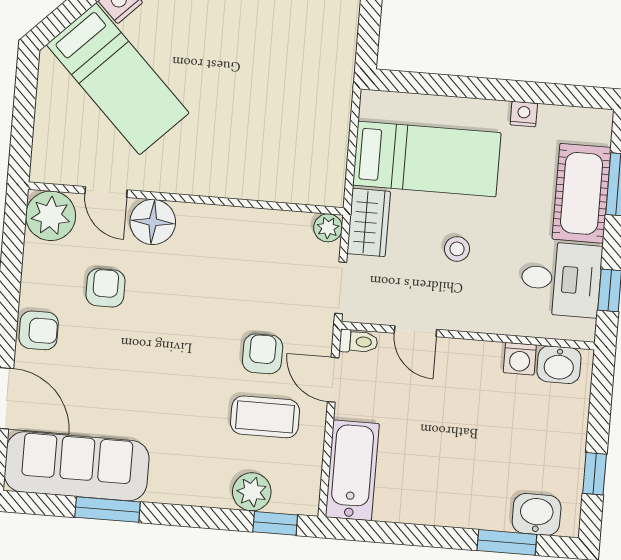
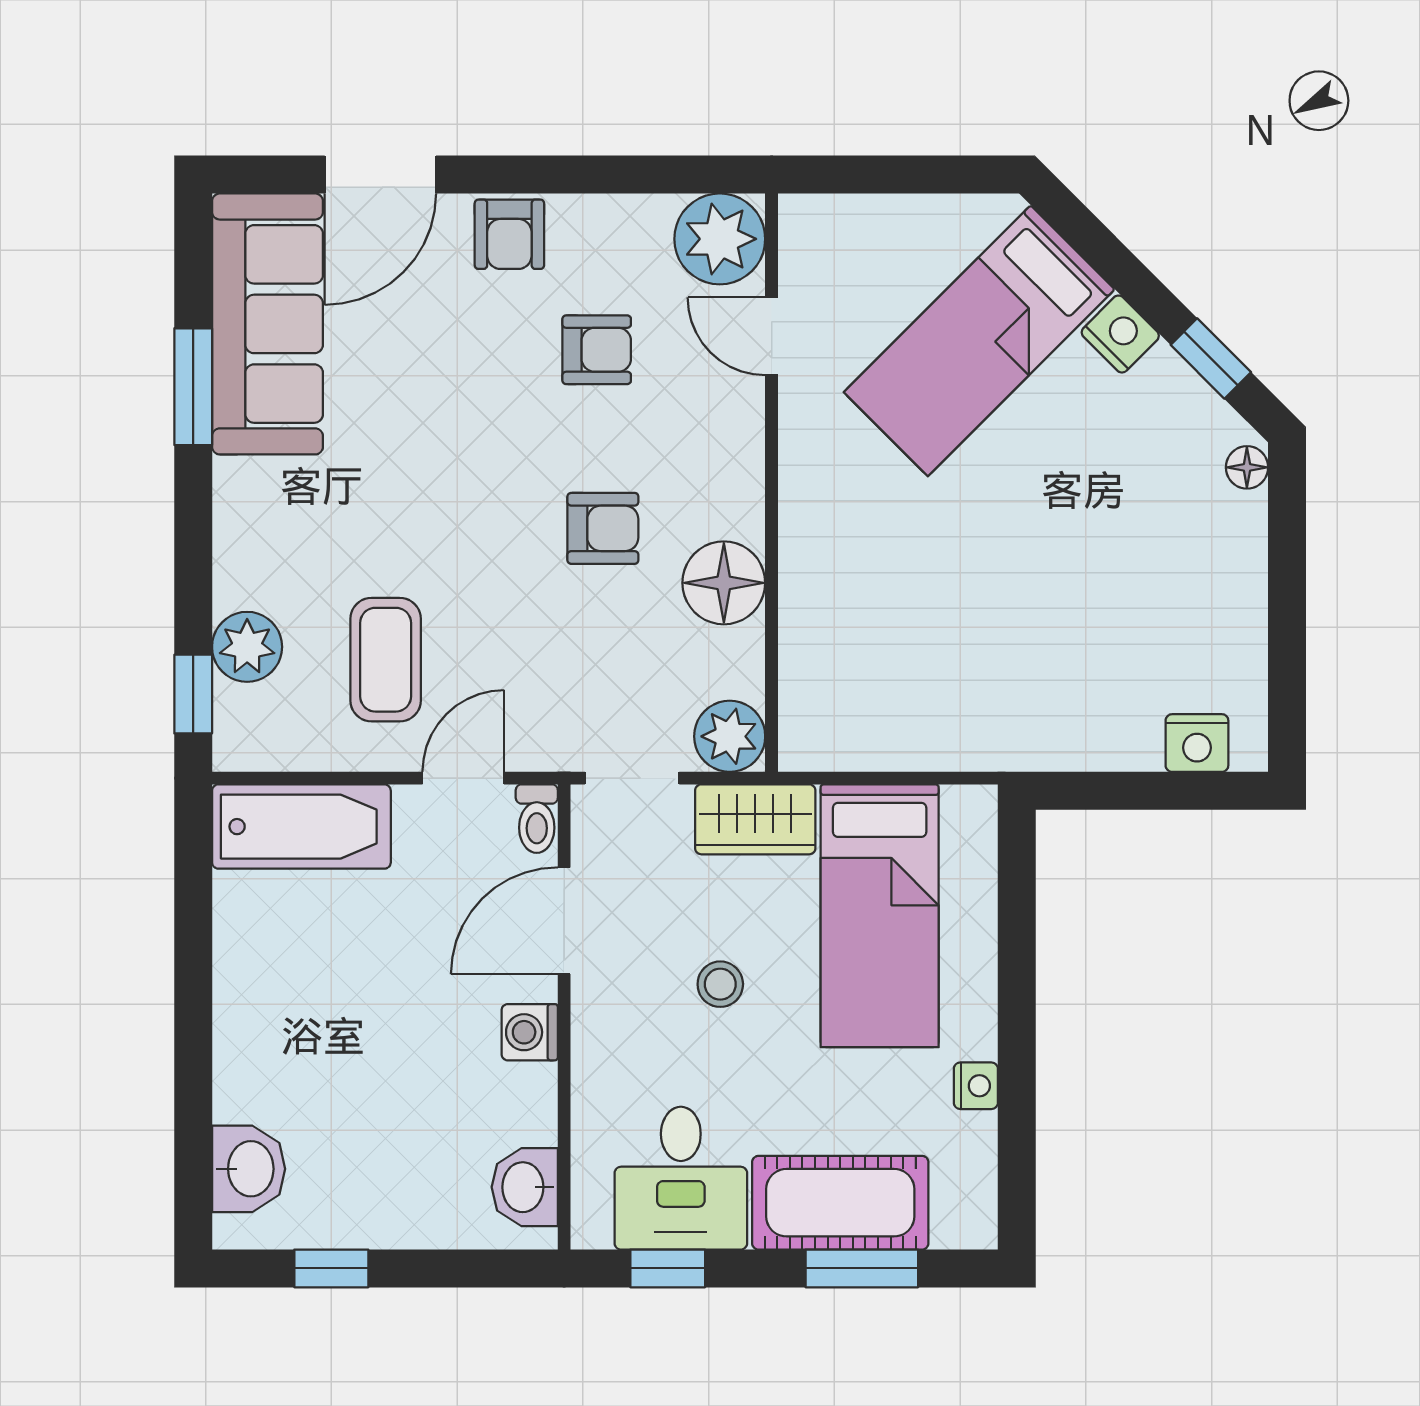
door: (106, 192) -> (772, 336), hinge flipped
floor lamp: (153, 222) -> (724, 583), moved
plant: (328, 228) -> (730, 736), width x1.38, depth x1.38
door: (415, 331) -> (564, 921), width x1.37
armchair: (263, 354) -> (603, 528), moved
washing machine: (520, 359) -> (530, 1032), moved
window: (507, 542) -> (193, 1119), removed

